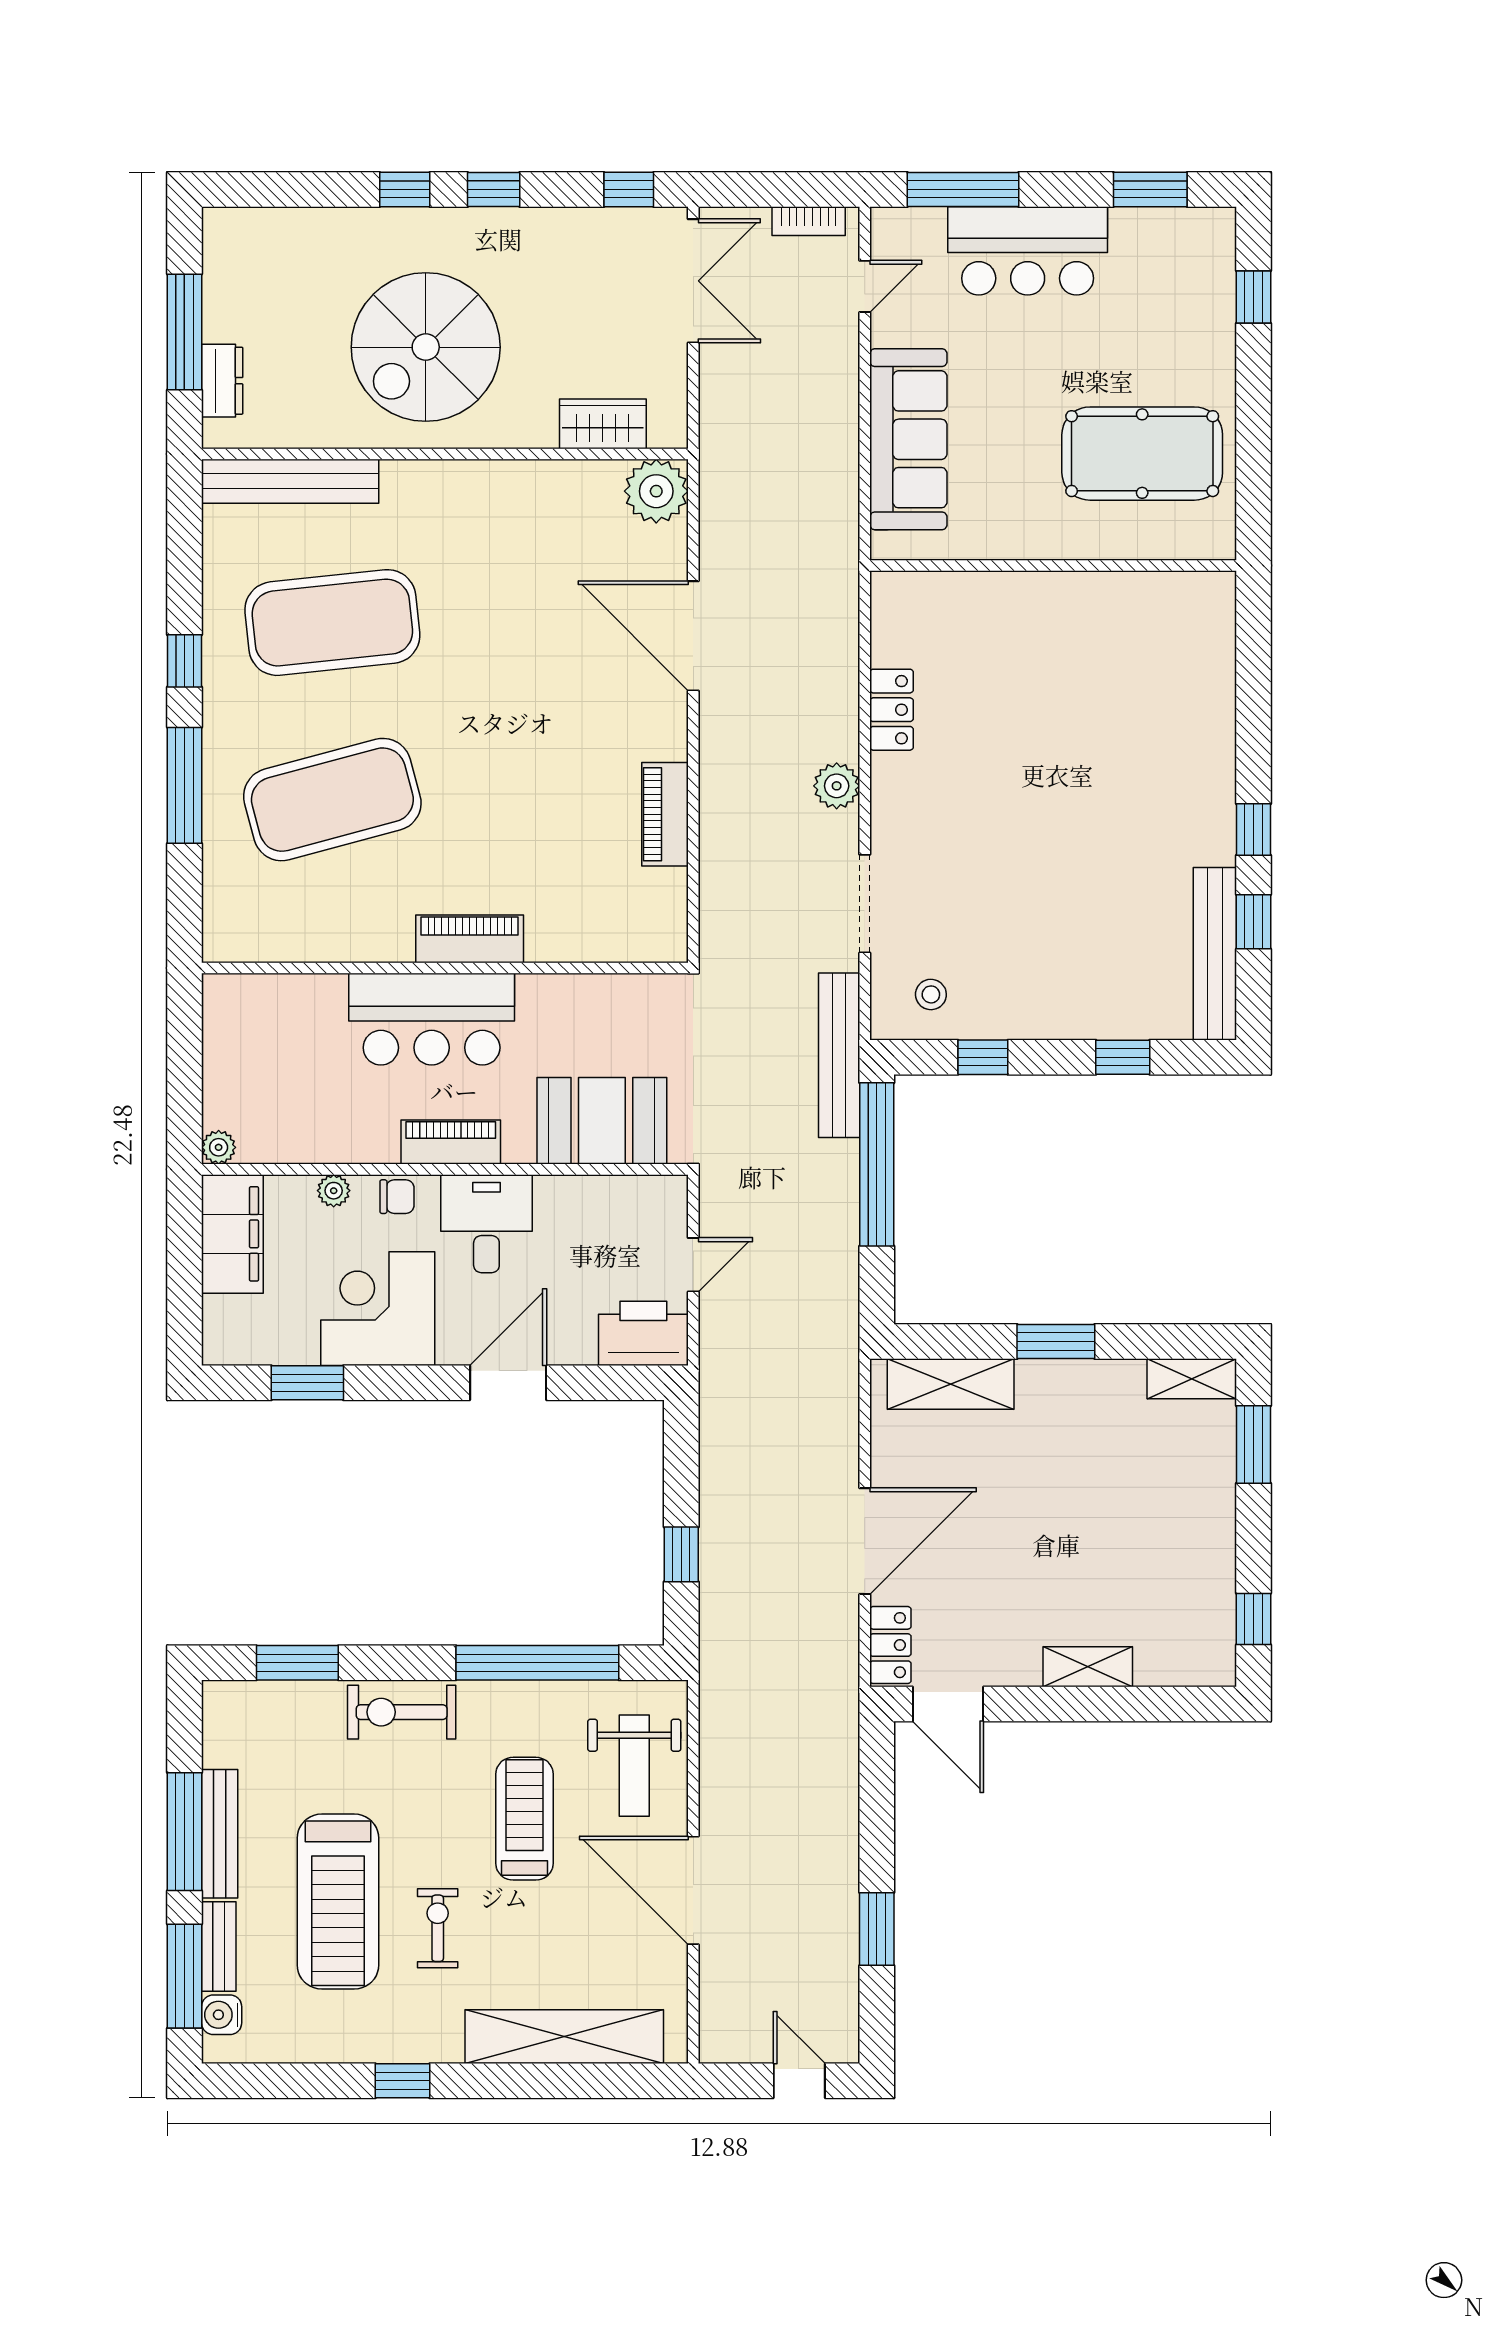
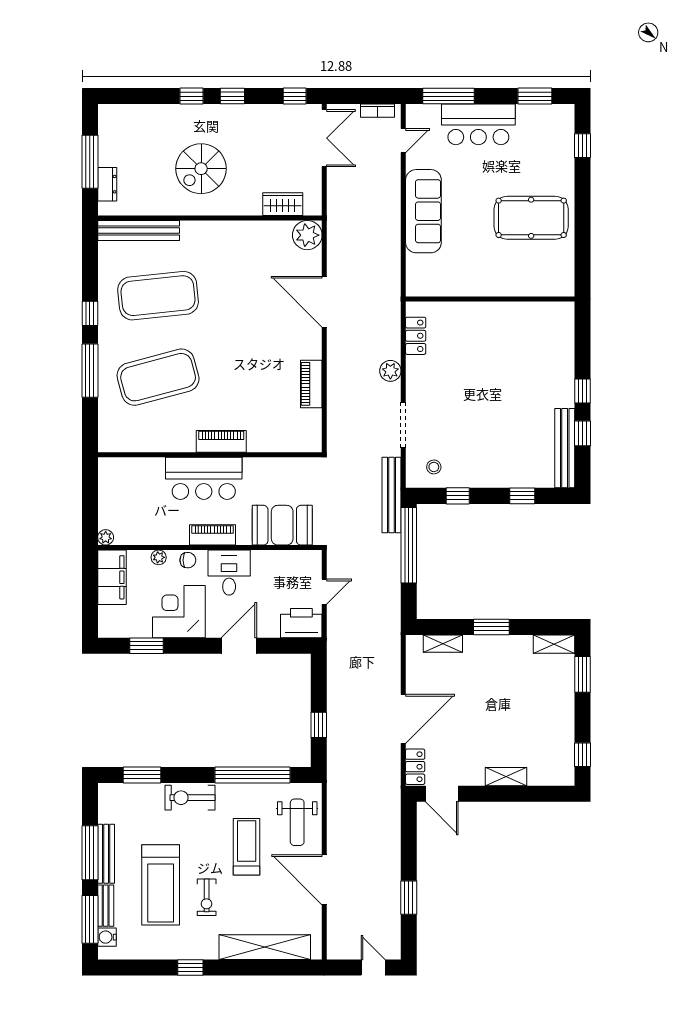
spiral stairs: (426, 347) -> (201, 169), width x0.73, depth x0.73
wall: (1053, 565) -> (490, 299), moved
shelving: (951, 1384) -> (443, 644), width x0.67, depth x0.75
exercise bike: (438, 1928) -> (207, 897), turned 180

